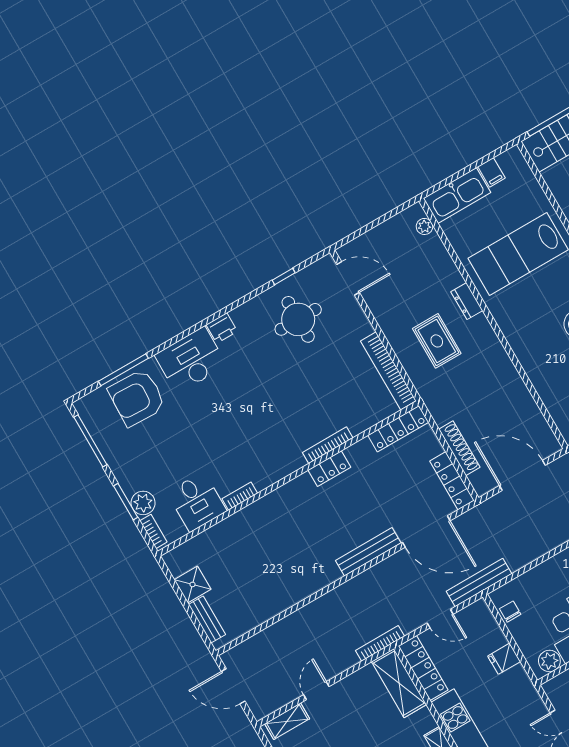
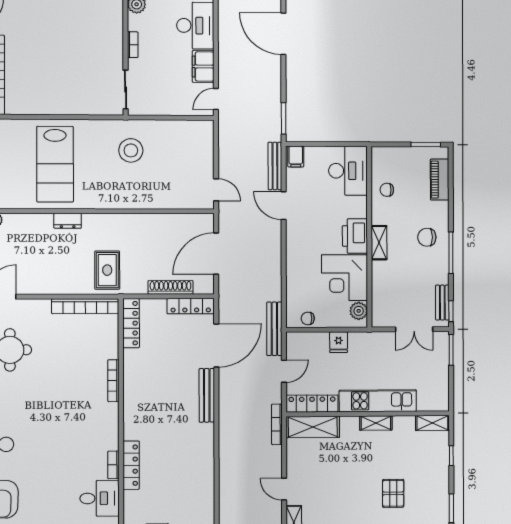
rug: (437, 341) -> (107, 270), moved, turned 90
locker: (329, 469) -> (131, 465), moved, width x1.53

